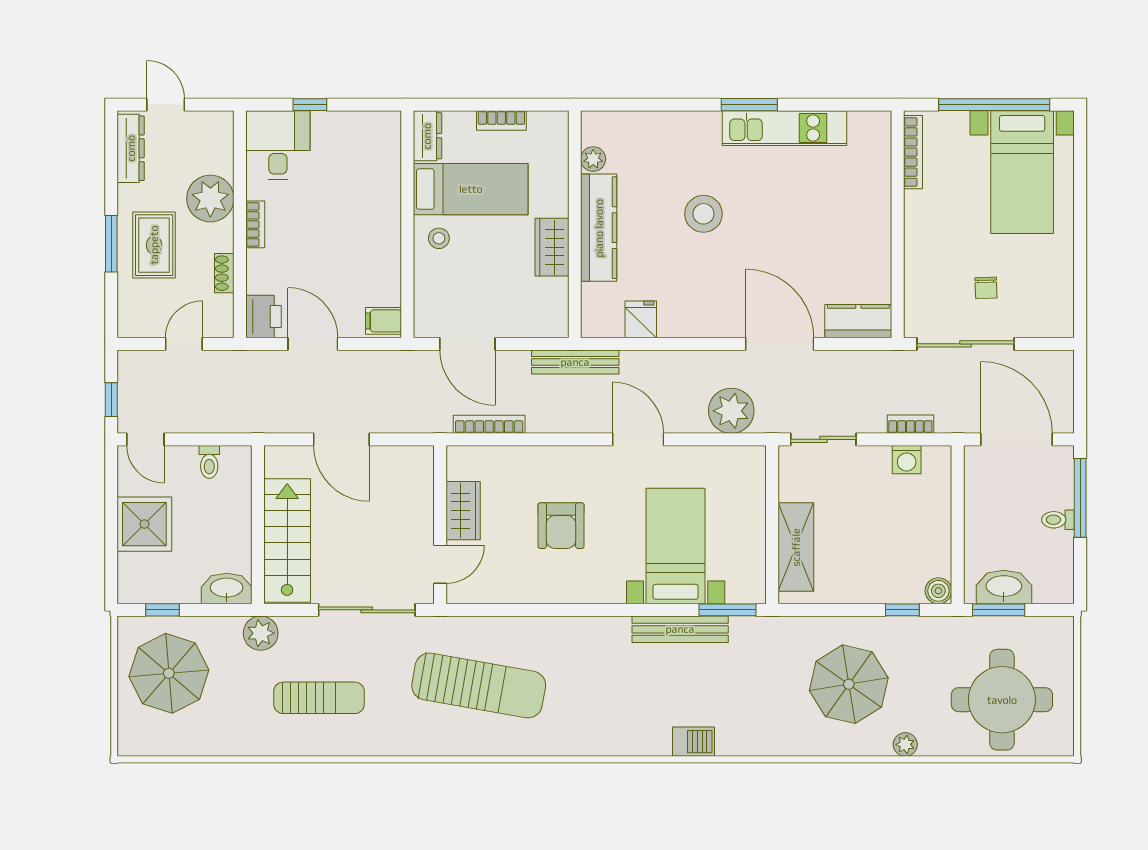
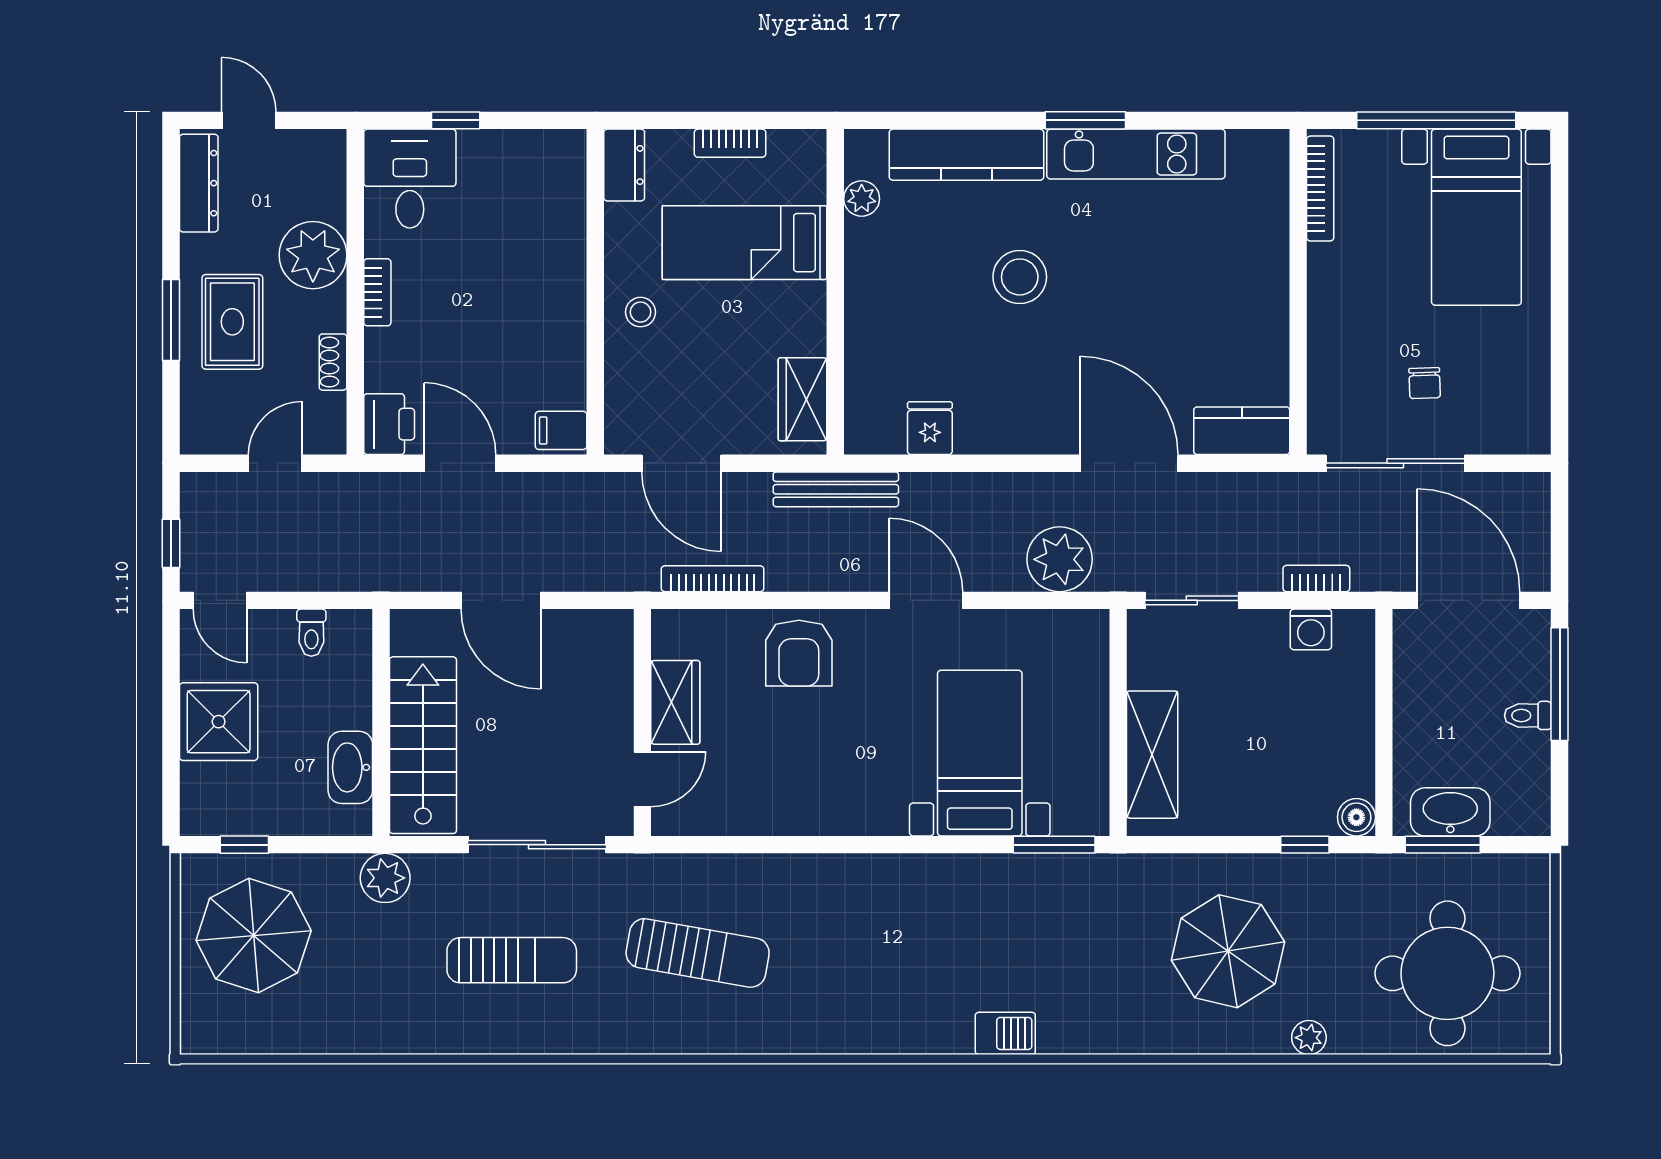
bed: (471, 189) -> (745, 243), moved, turned 180
kitchen counter: (599, 228) -> (966, 155), moved, turned 90
wardrobe: (552, 247) -> (802, 399), moved
armchair: (561, 526) -> (799, 653), moved
washbasin: (227, 588) -> (350, 767), moved, turned -90
bench: (680, 629) -> (986, 872), removed
sun lounger: (479, 685) -> (698, 953), width x0.73, depth x0.75
sun lounger: (319, 698) -> (512, 960), moved

